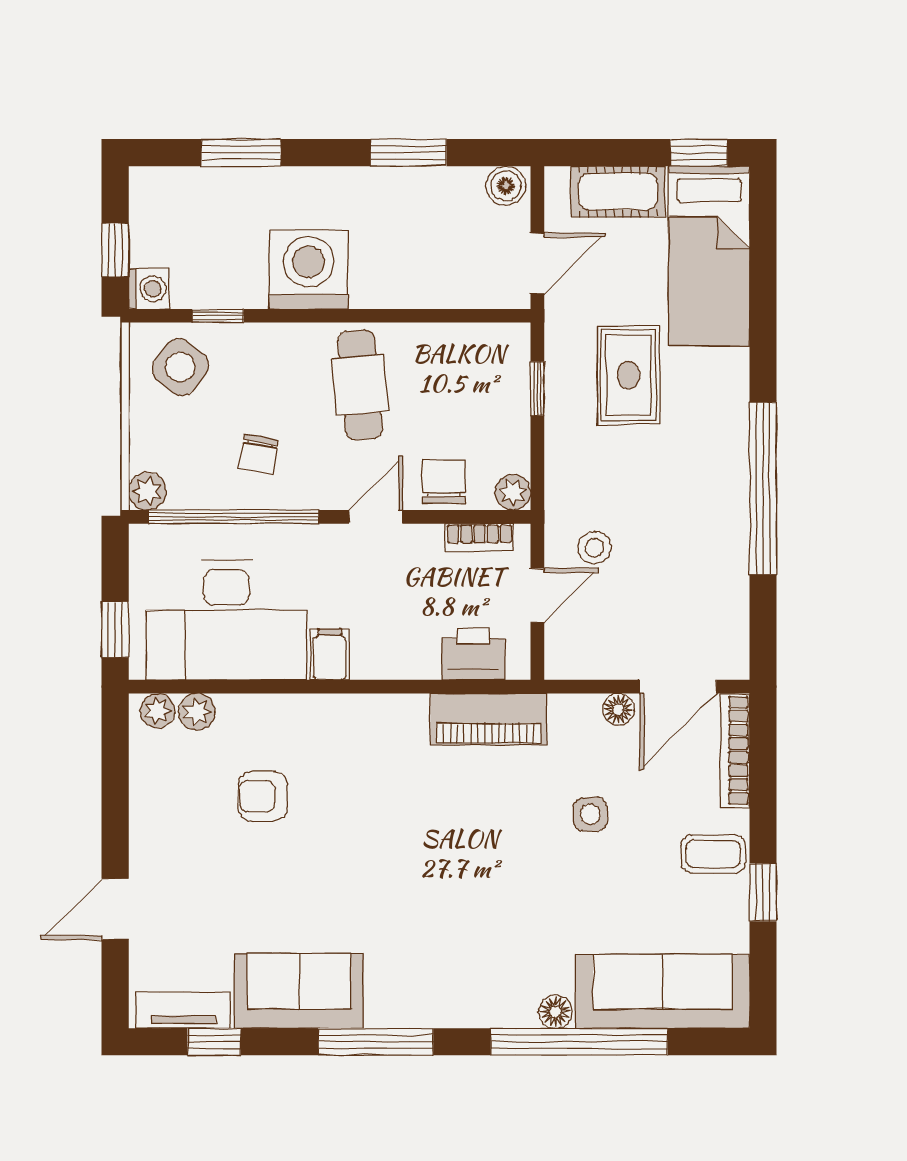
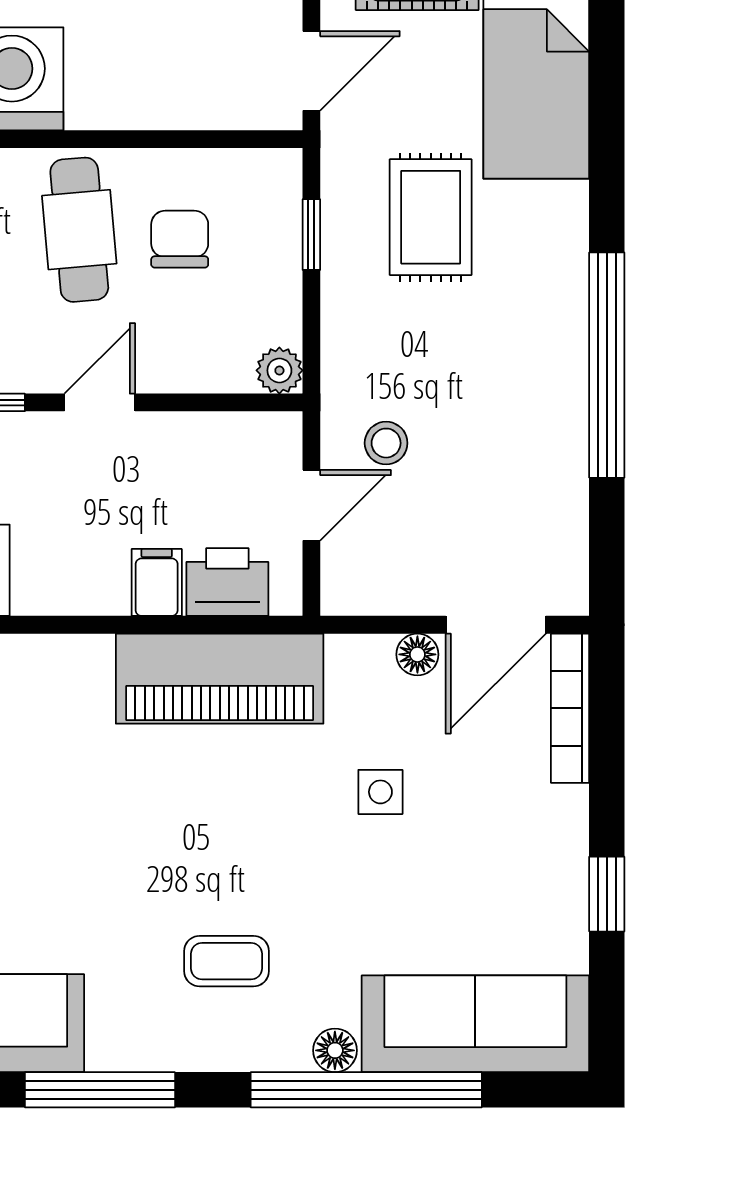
chair: (444, 482) -> (180, 239), moved
bookcase: (479, 537) -> (236, 429), removed
filing cabinet: (330, 654) -> (157, 582), moved
piano: (488, 719) -> (220, 679), width x1.37, depth x1.33
coffee table: (713, 854) -> (227, 961), moved

